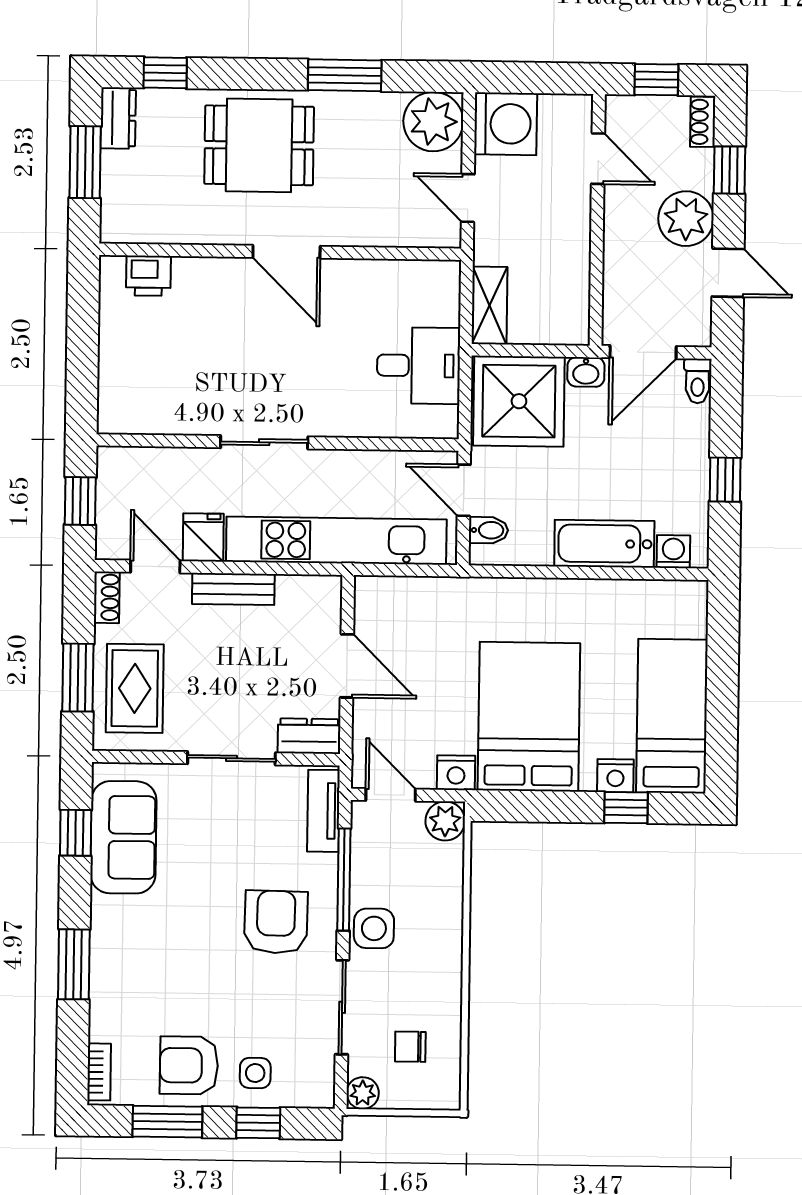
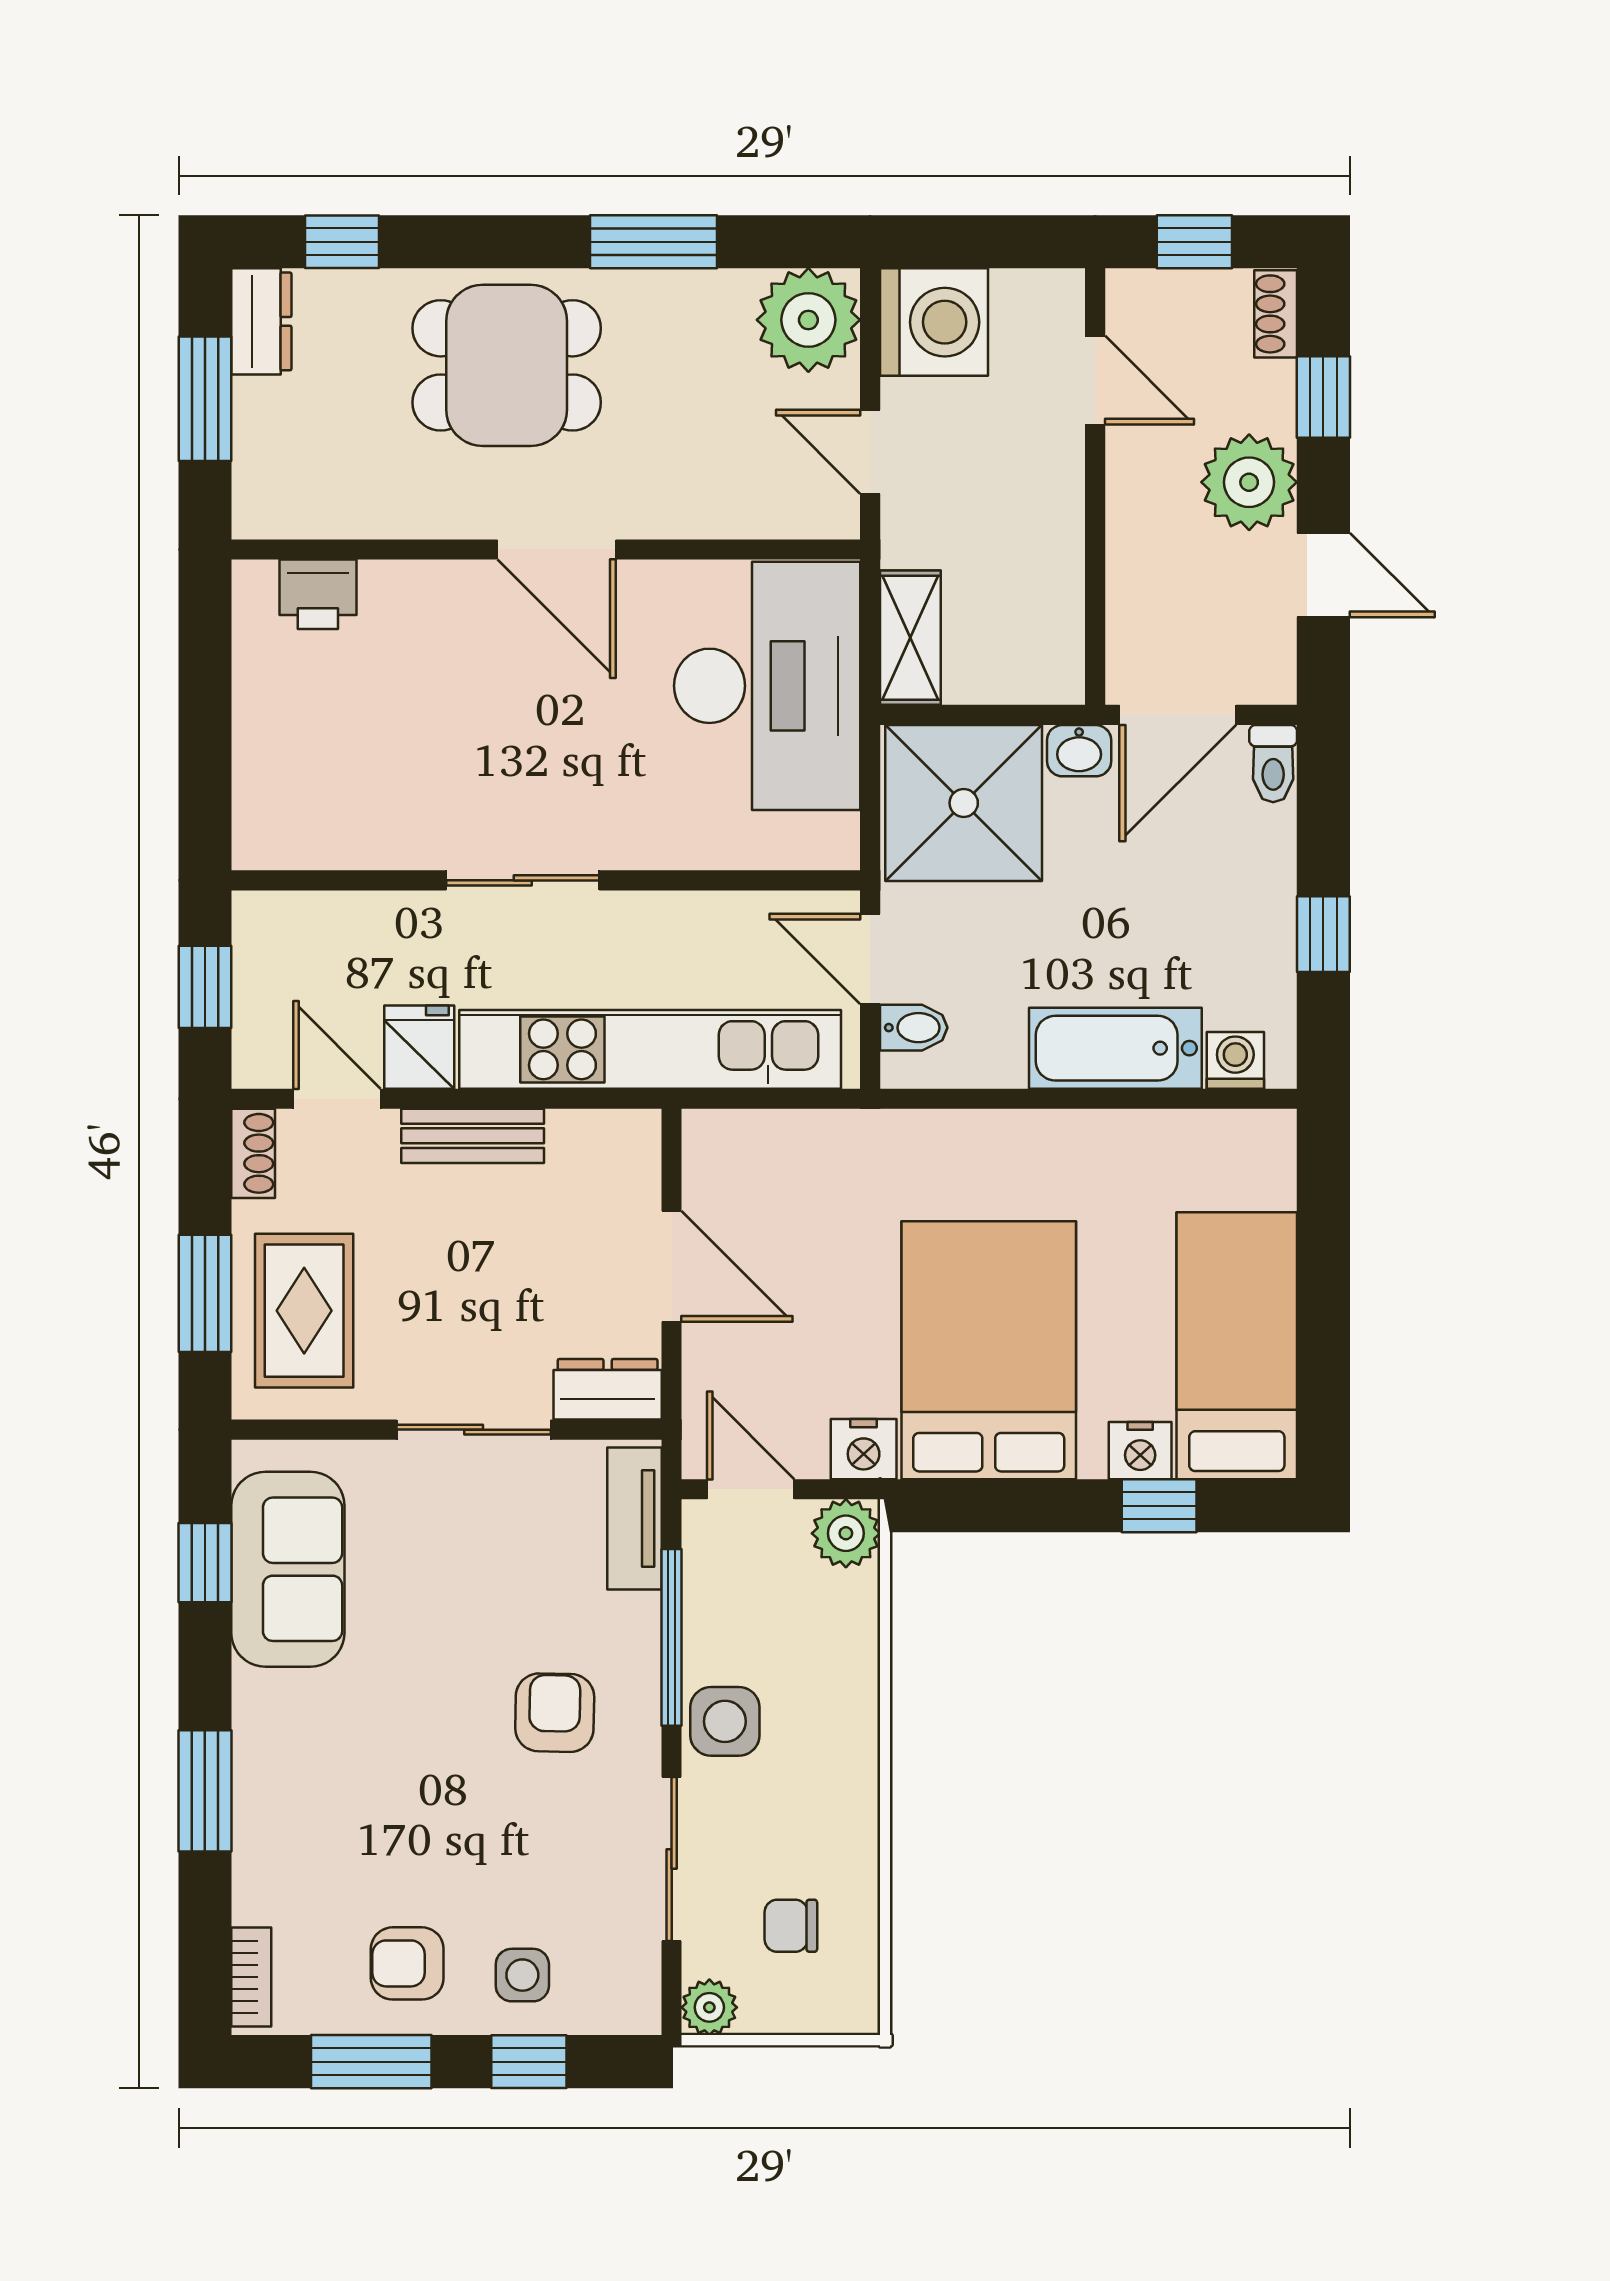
desk: (419, 366) -> (767, 686), width x1.87, depth x1.30
armchair: (276, 922) -> (555, 1713), width x0.72, depth x0.72
armchair: (189, 1065) -> (407, 1963), width x0.72, depth x0.72

